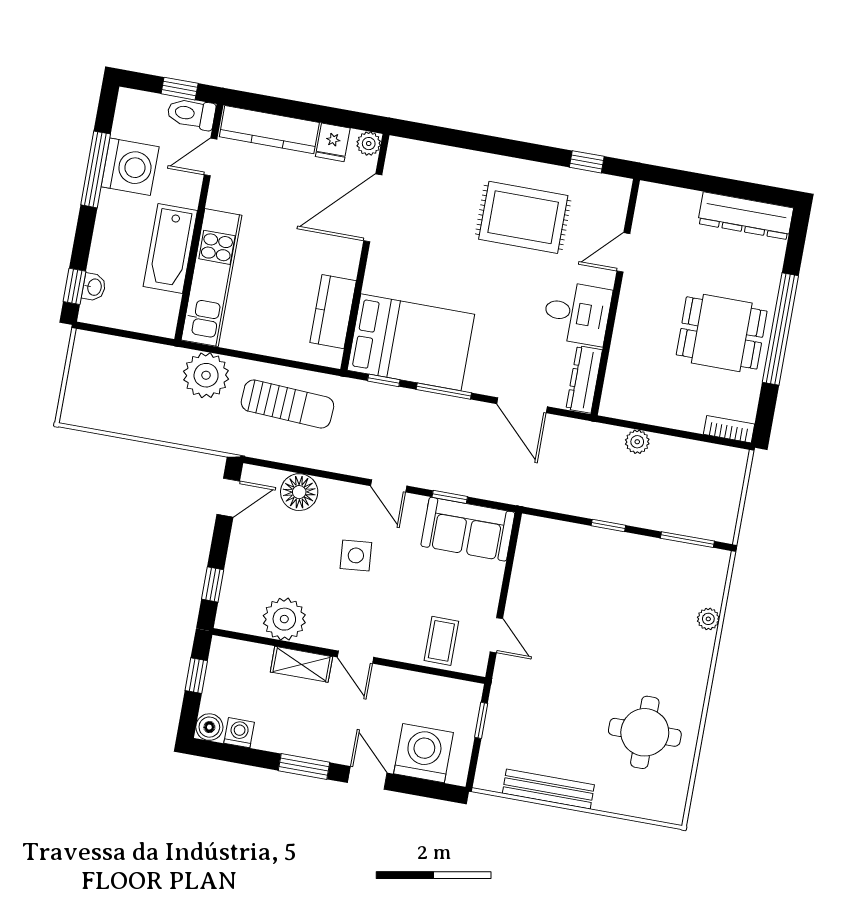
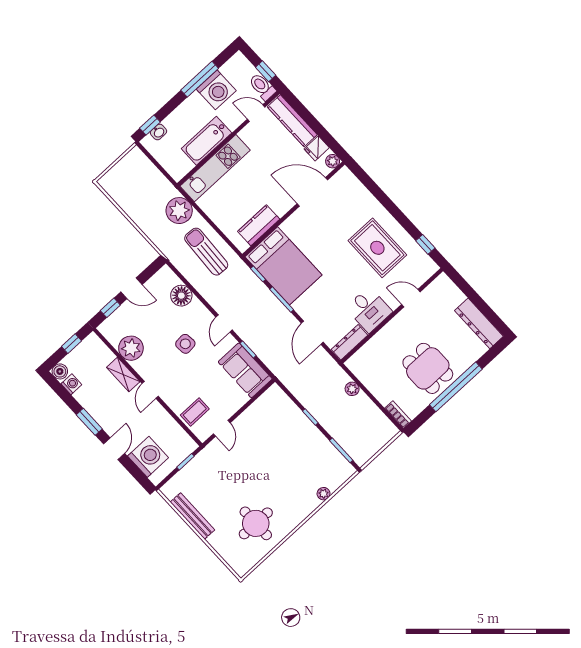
sun lounger: (287, 404) -> (206, 252), turned 180
door: (228, 498) -> (132, 288), moved

